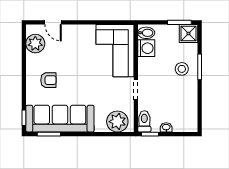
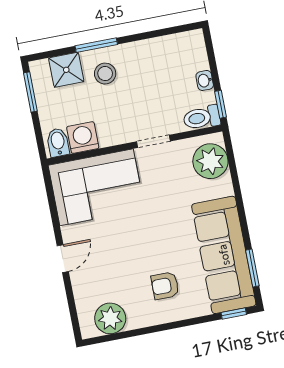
door: (53, 22) -> (63, 259), moved
shower: (188, 33) -> (66, 70), moved
armchair: (48, 80) -> (165, 286), turned -90

